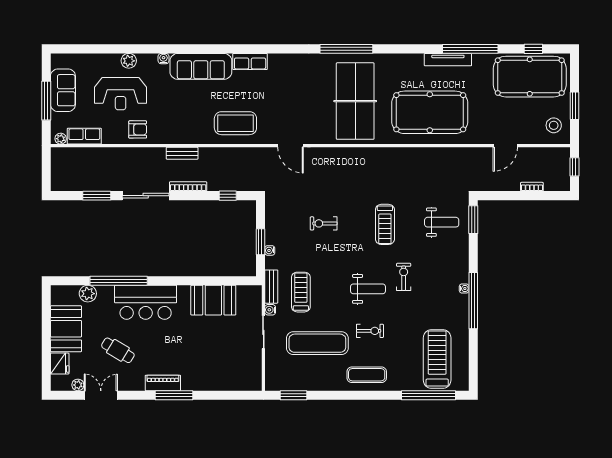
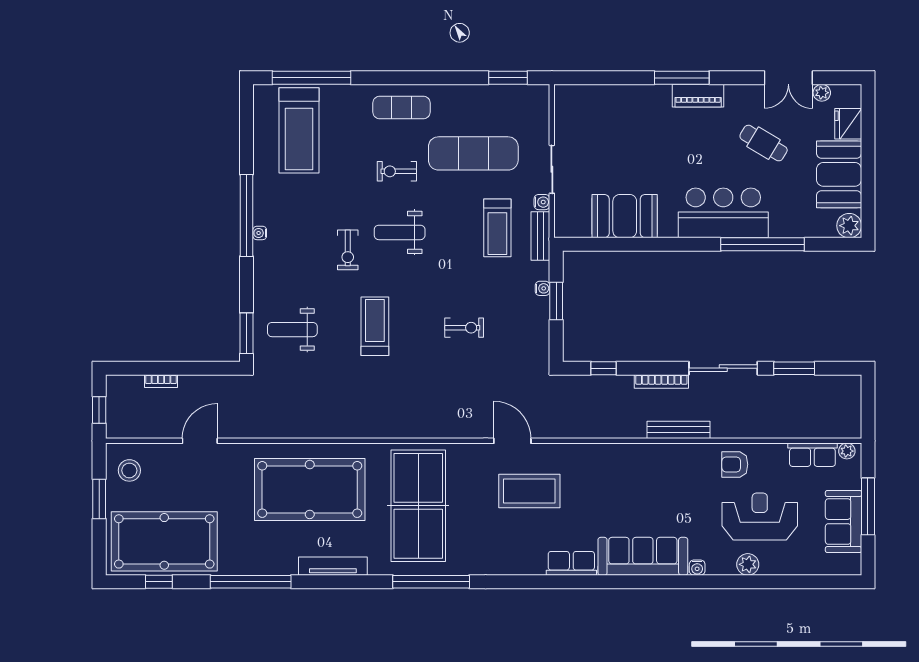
tv unit: (448, 60) -> (333, 566), moved
coffee table: (235, 123) -> (529, 491), moved
bench: (182, 153) -> (678, 430), width x1.36
plant: (88, 294) -> (849, 226), moved

